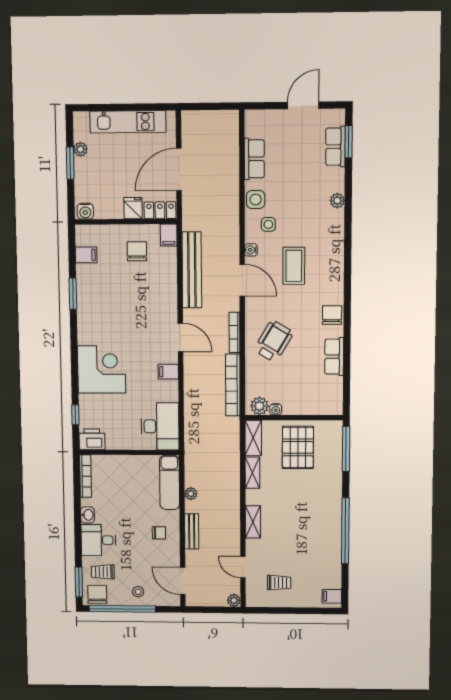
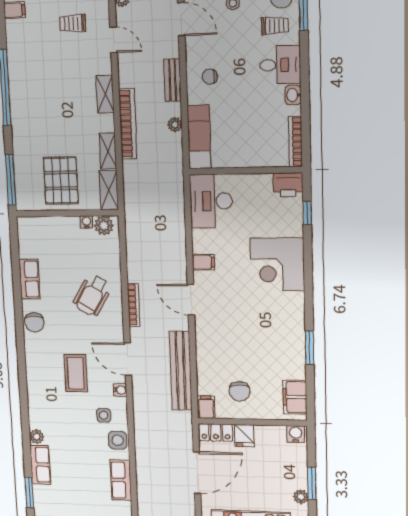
row of seats: (335, 147) -> (40, 465), moved
filing cabinet: (86, 255) -> (295, 397), width x2.00
bookcase: (233, 385) -> (128, 124), moved

